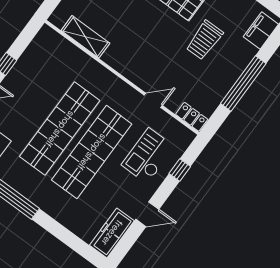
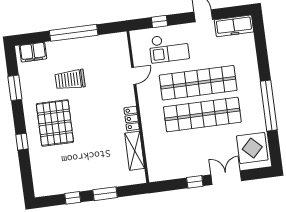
trolley: (204, 40) -> (70, 80), turned 180
door: (153, 100) -> (134, 76), swing flipped
locker: (192, 117) -> (132, 119), moved

